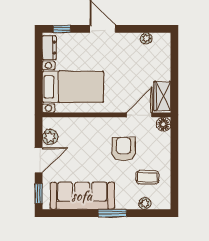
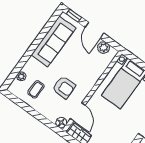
window: (112, 213) -> (30, 52), removed

